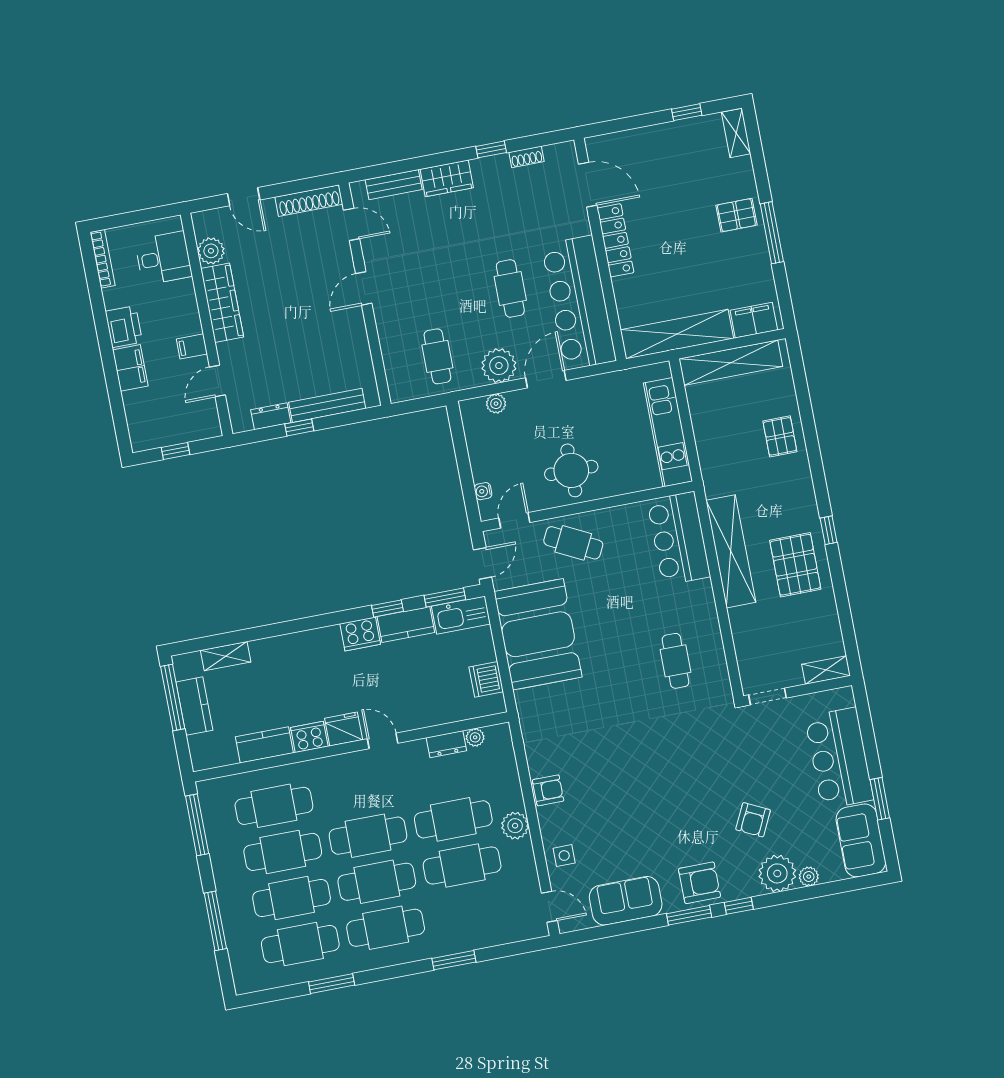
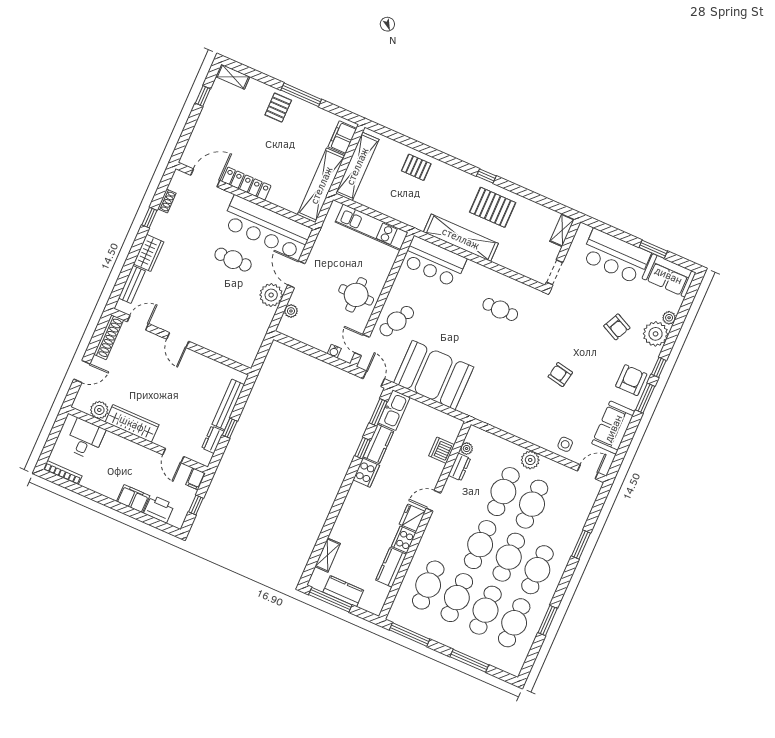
printer: (124, 327) -> (159, 509), moved
filing cabinet: (192, 346) -> (196, 479), moved
cafe table: (437, 356) -> (243, 325), removed
dishwasher: (486, 679) -> (442, 450), moved, turned 90
armchair: (548, 790) -> (560, 375), moved, turned -79

